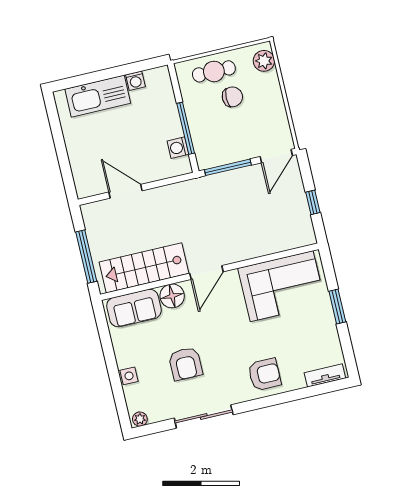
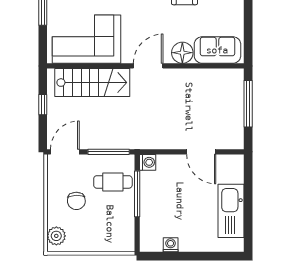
cafe table: (214, 71) -> (113, 182), moved
kitchen sink: (98, 96) -> (231, 211), moved, turned -90
chair: (232, 97) -> (76, 201), moved, turned -92
washing machine: (178, 148) -> (148, 162), moved
stairs: (144, 268) -> (92, 83), moved

